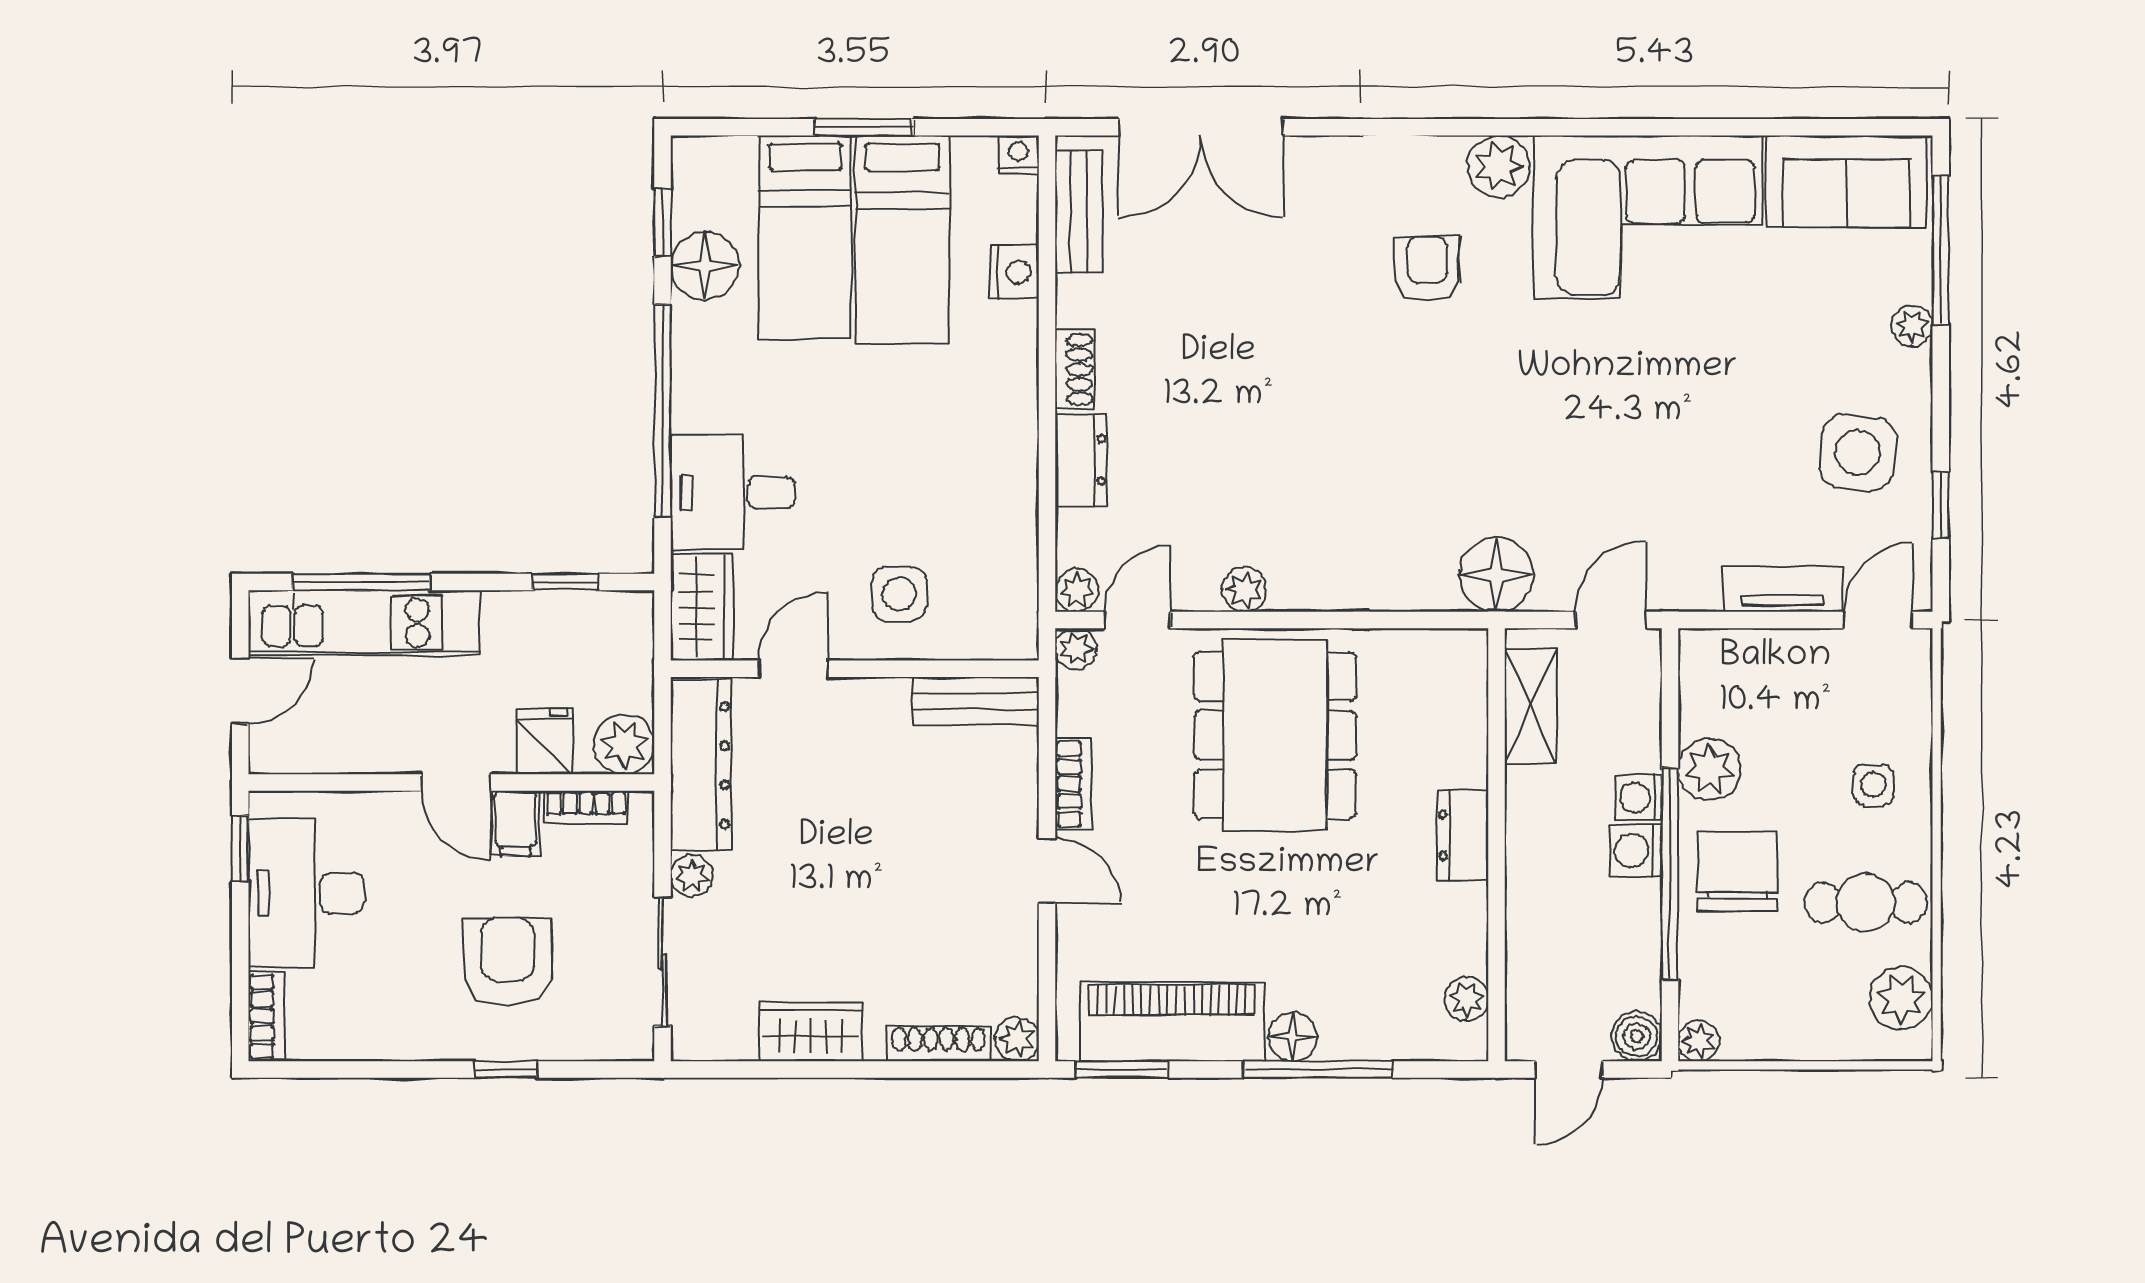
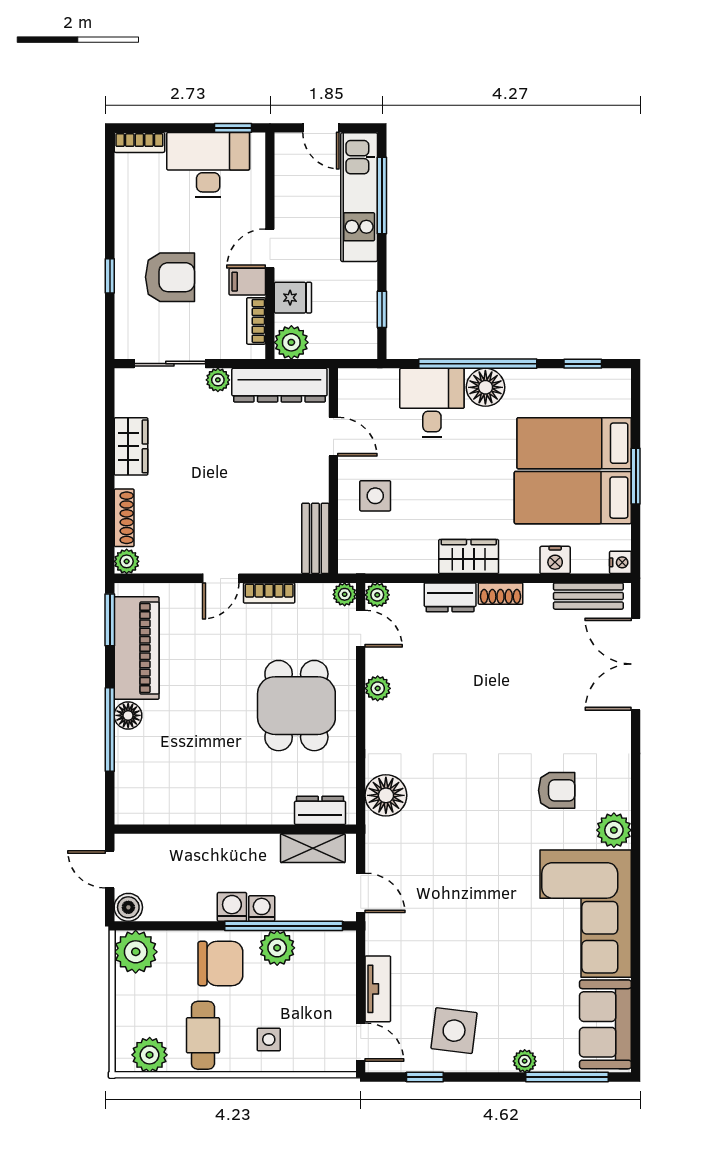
floor lamp: (705, 266) -> (485, 387), moved
floor lamp: (1496, 575) -> (386, 795), moved
wardrobe: (702, 607) -> (469, 556), moved, turned 180
dining table: (1275, 735) -> (296, 706), width x0.73
dresser: (1463, 835) -> (320, 810), moved
window: (1670, 874) -> (284, 926), moved
plant: (1467, 999) -> (149, 812), removed
plant: (1698, 1041) -> (136, 952), width x1.88, depth x1.88

